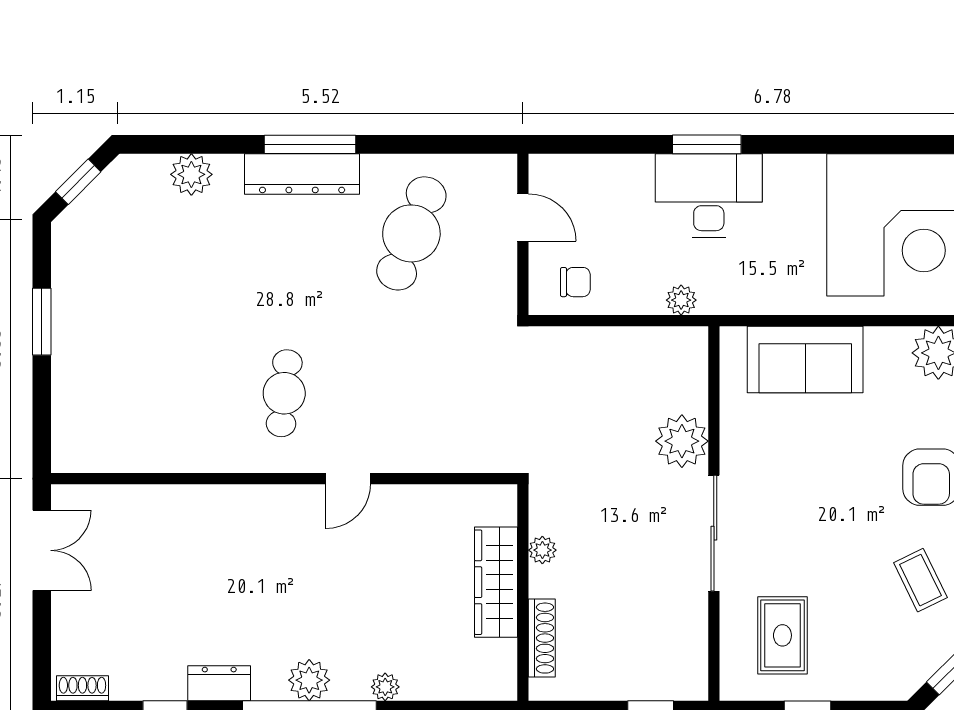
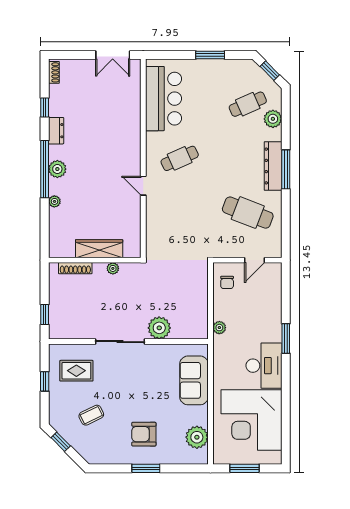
desk: (709, 196) -> (264, 366), moved
cafe table: (157, 233) -> (248, 104), added
cafe table: (284, 393) -> (180, 158), turned -30
bar counter: (144, 431) -> (163, 99), added
coffee table: (920, 580) -> (91, 415), moved

